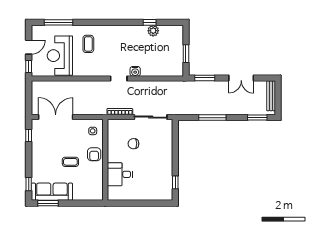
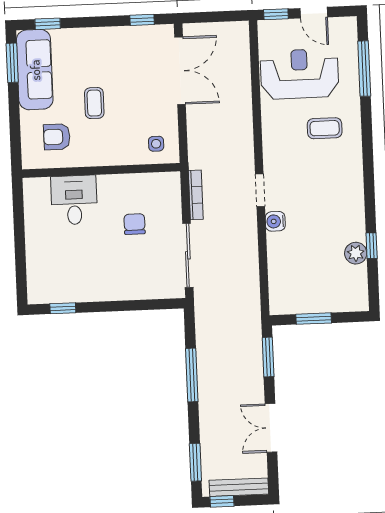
window: (278, 105) -> (222, 501), added
armchair: (94, 154) -> (57, 137), moved

